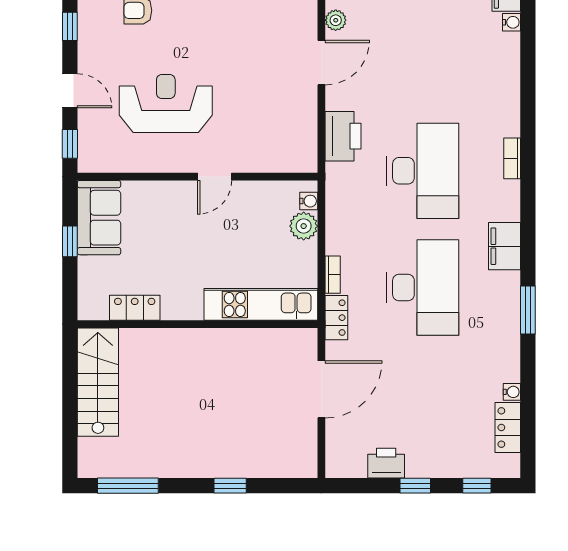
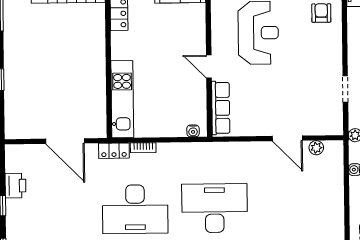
printer: (343, 136) -> (237, 154), removed
row of seats: (275, 160) -> (221, 108), added
desk: (423, 171) -> (215, 208), turned 180
plant: (304, 226) -> (176, 128), removed

